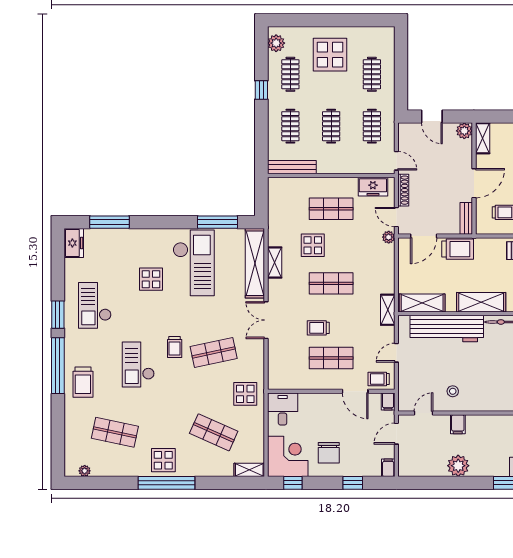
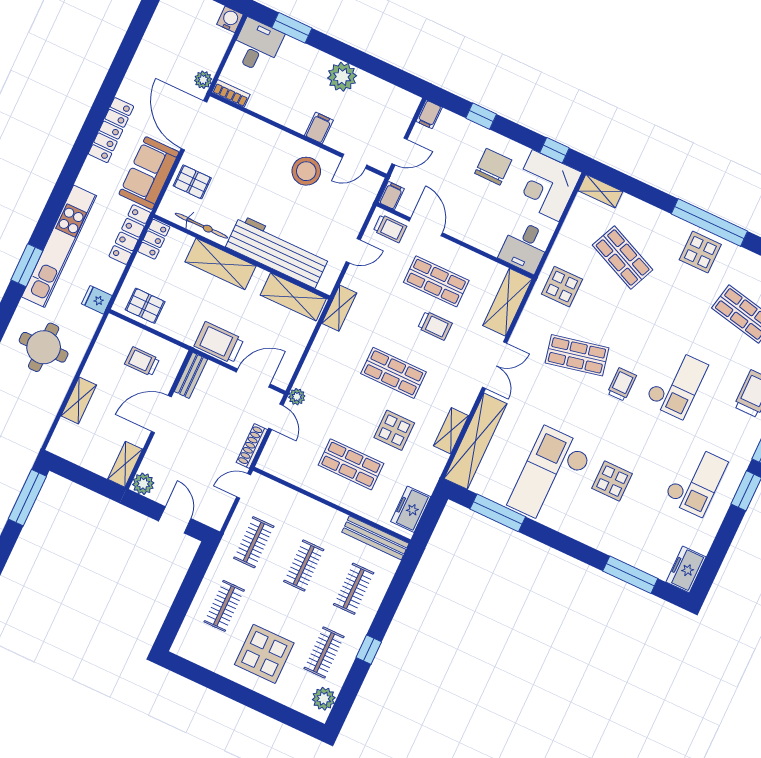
door: (396, 161) -> (244, 486), hinge flipped
freezer: (373, 187) -> (411, 509), moved, turned -90
shelving: (277, 366) -> (507, 302), added
stool: (453, 391) -> (306, 171), width x1.89, depth x1.89

